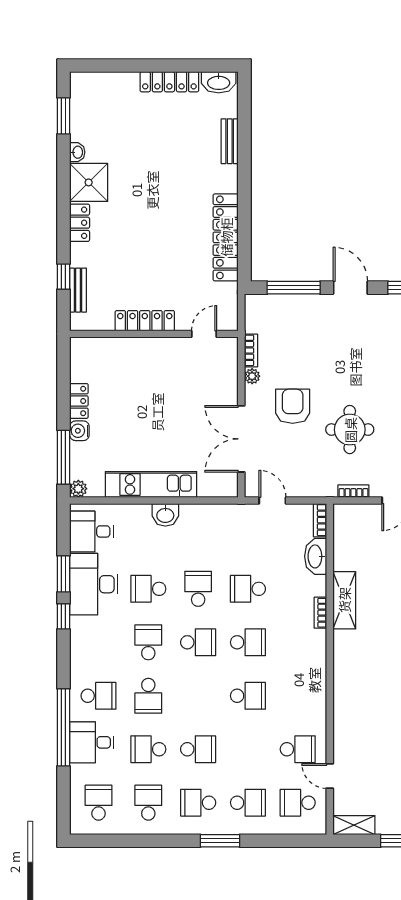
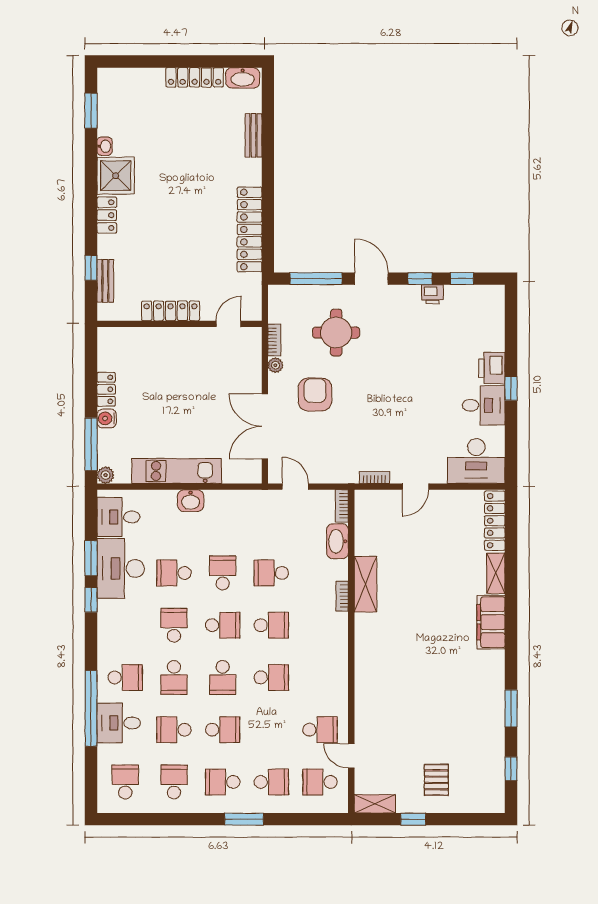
round table: (350, 430) -> (336, 333), moved
school desk: (198, 696) -> (223, 677), added

